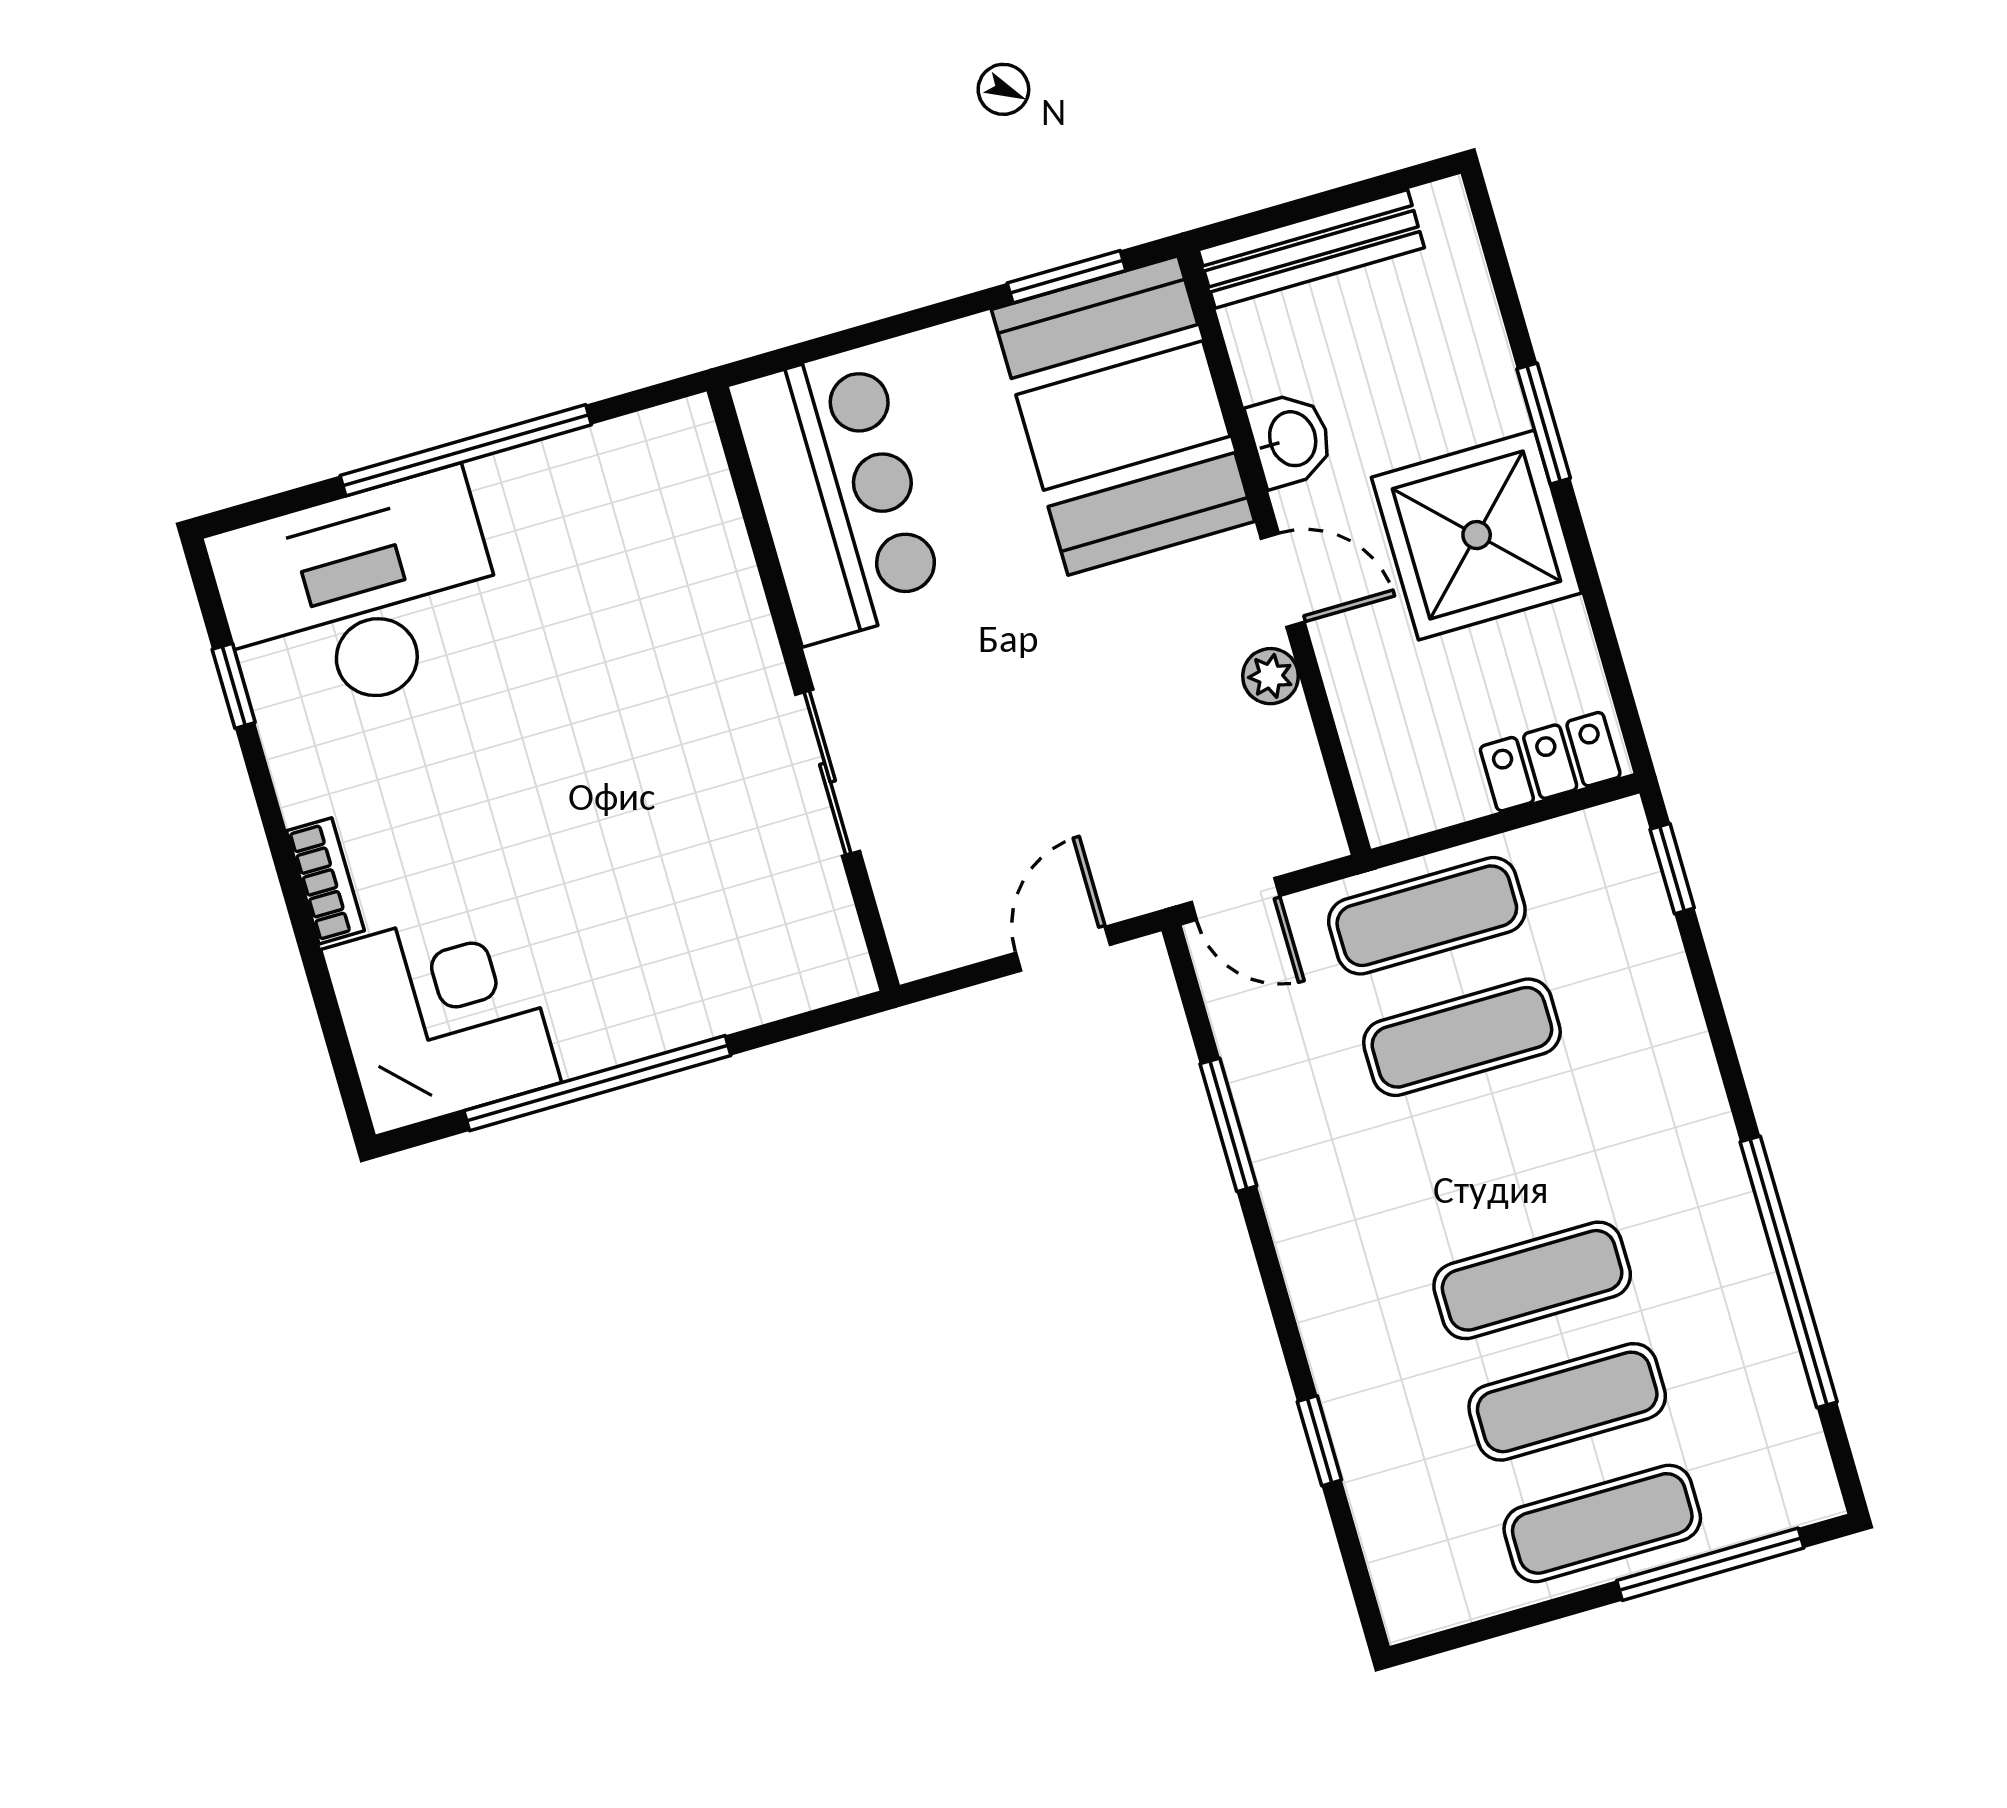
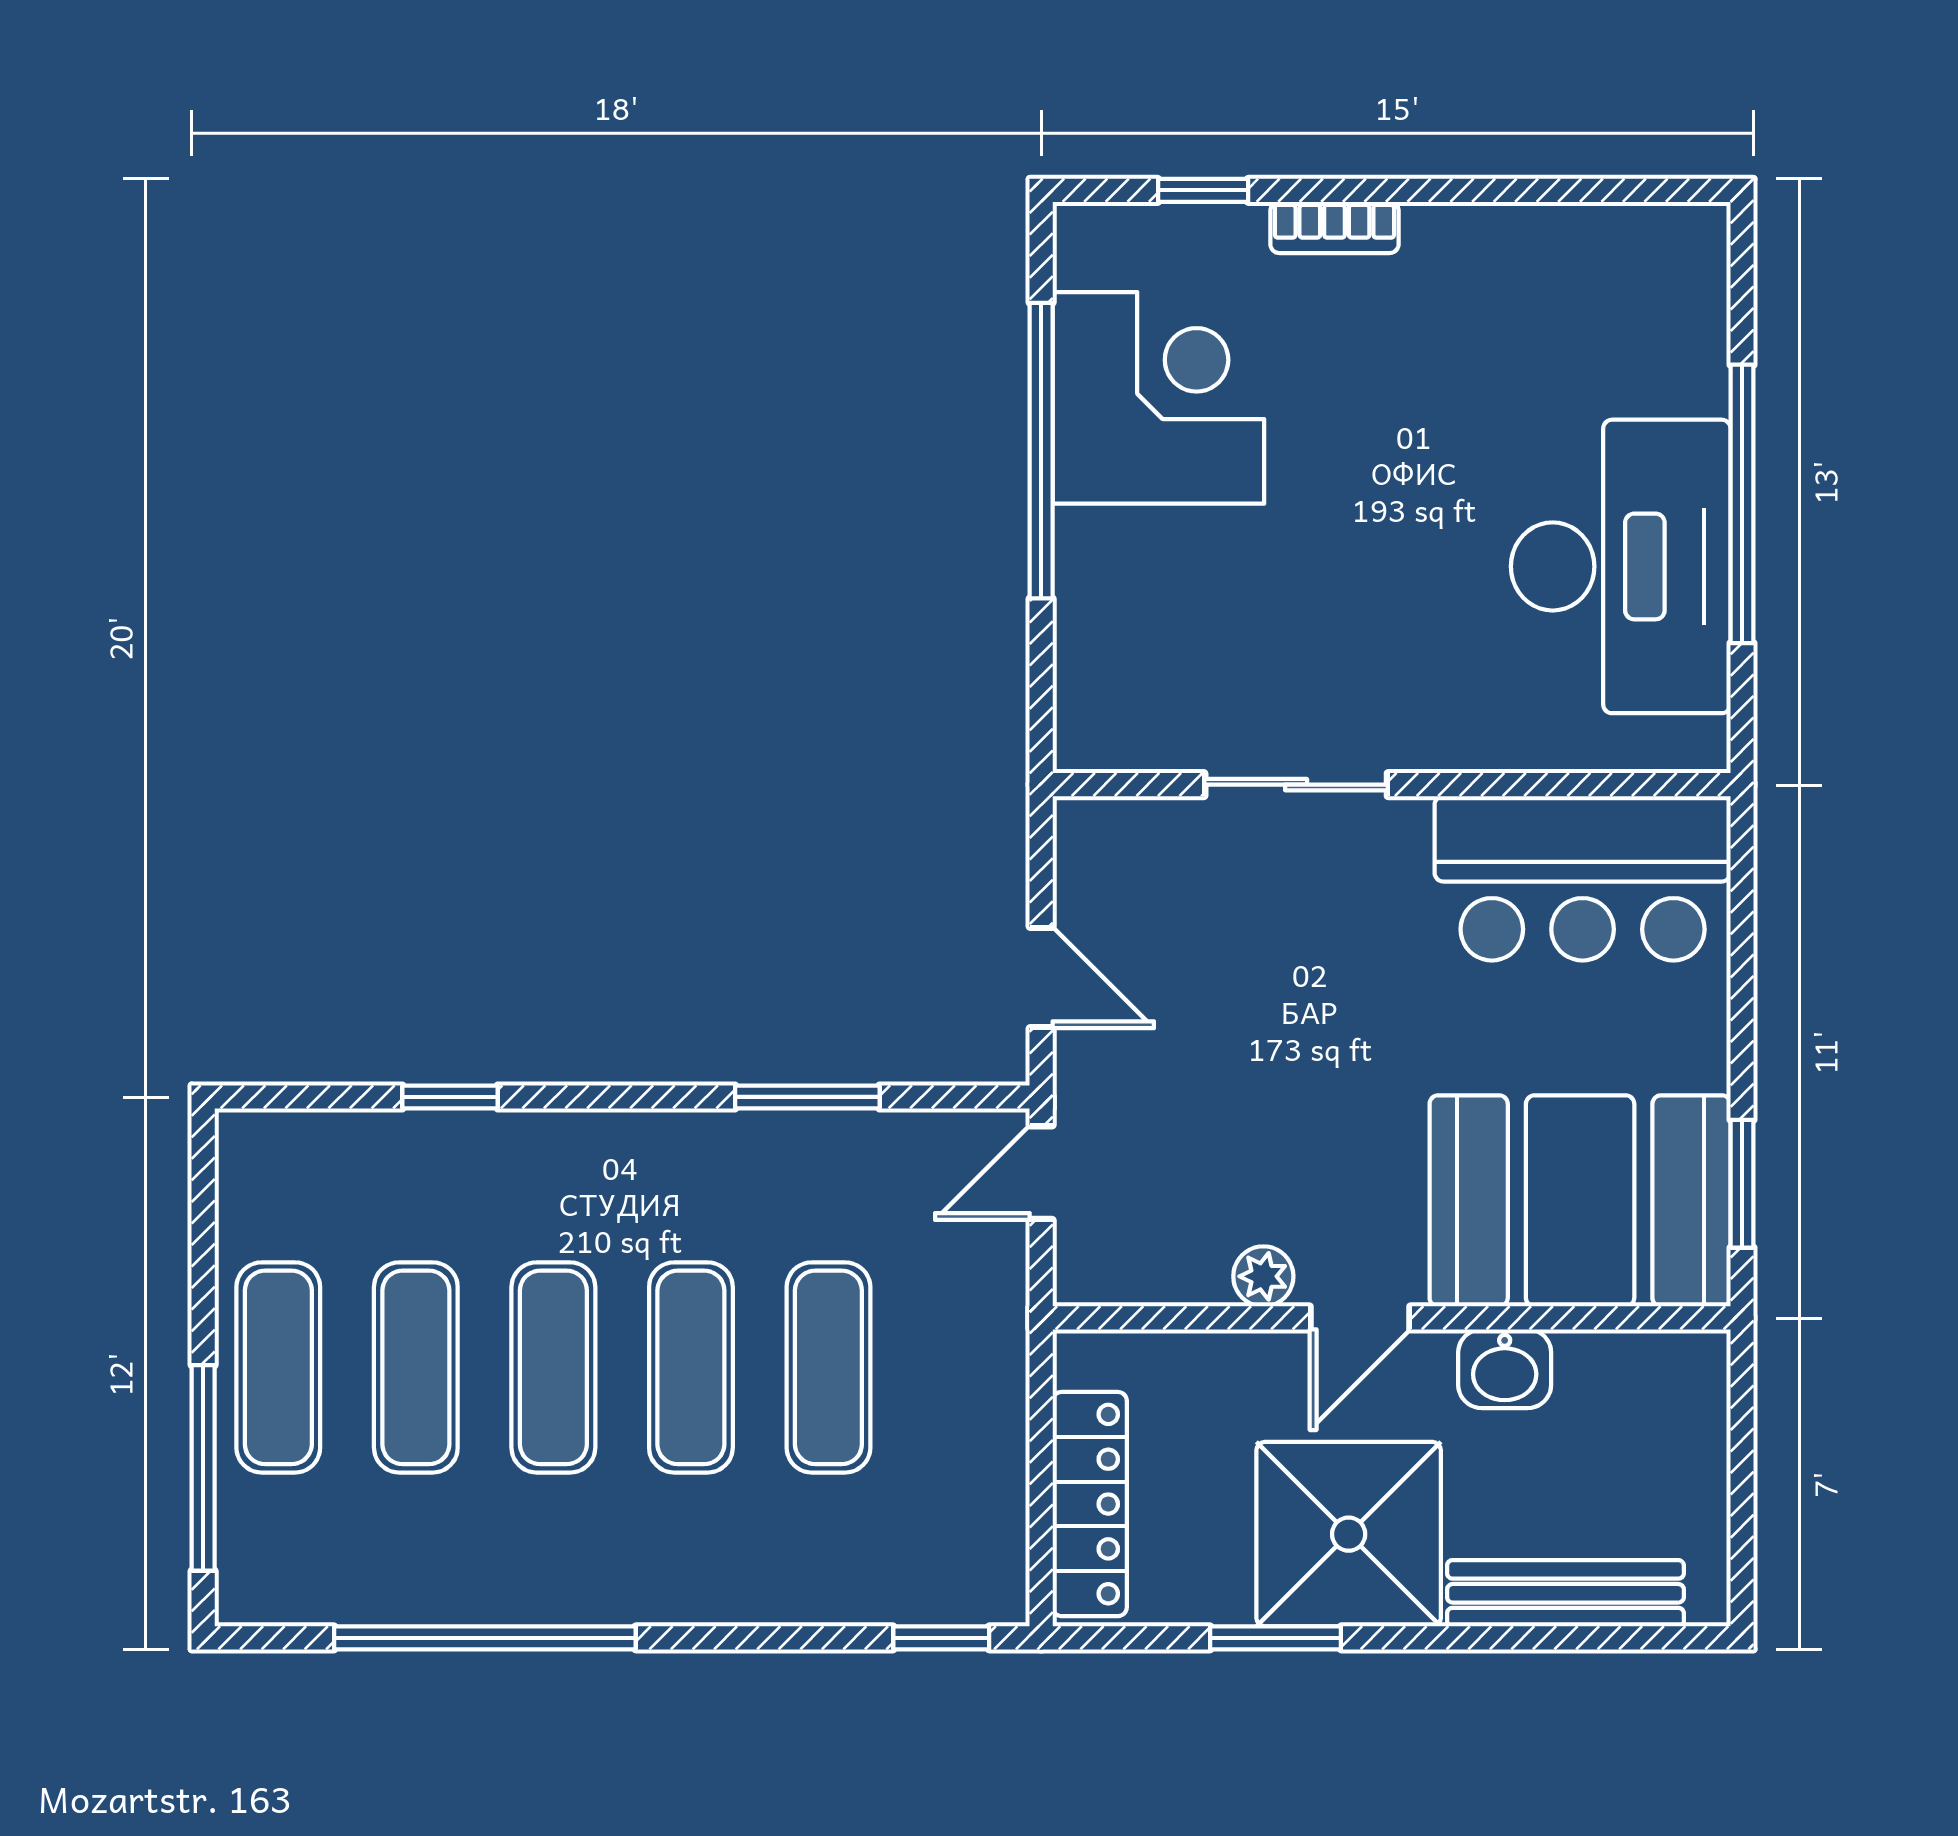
bench: (1311, 249) -> (1565, 1593), moved, turned 90
window: (1544, 424) -> (1276, 1638), moved
desk: (359, 597) -> (1621, 566), moved
window: (234, 686) -> (1203, 190), moved
locker: (1550, 762) -> (1090, 1504), width x1.53
exercise mat: (1427, 916) -> (691, 1367), moved
corner desk: (441, 1016) -> (1158, 398), moved, turned -90

